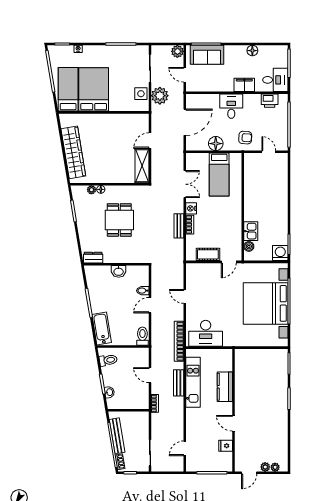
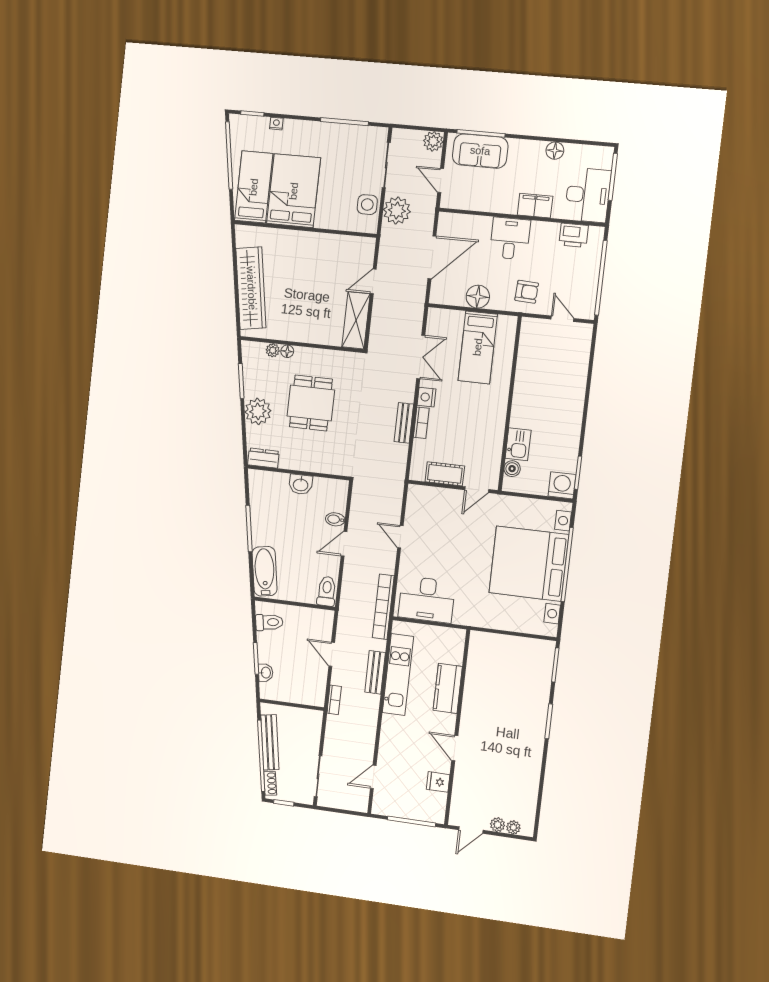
desk: (275, 80) -> (588, 195), width x1.37
plant: (86, 229) -> (258, 411), added

